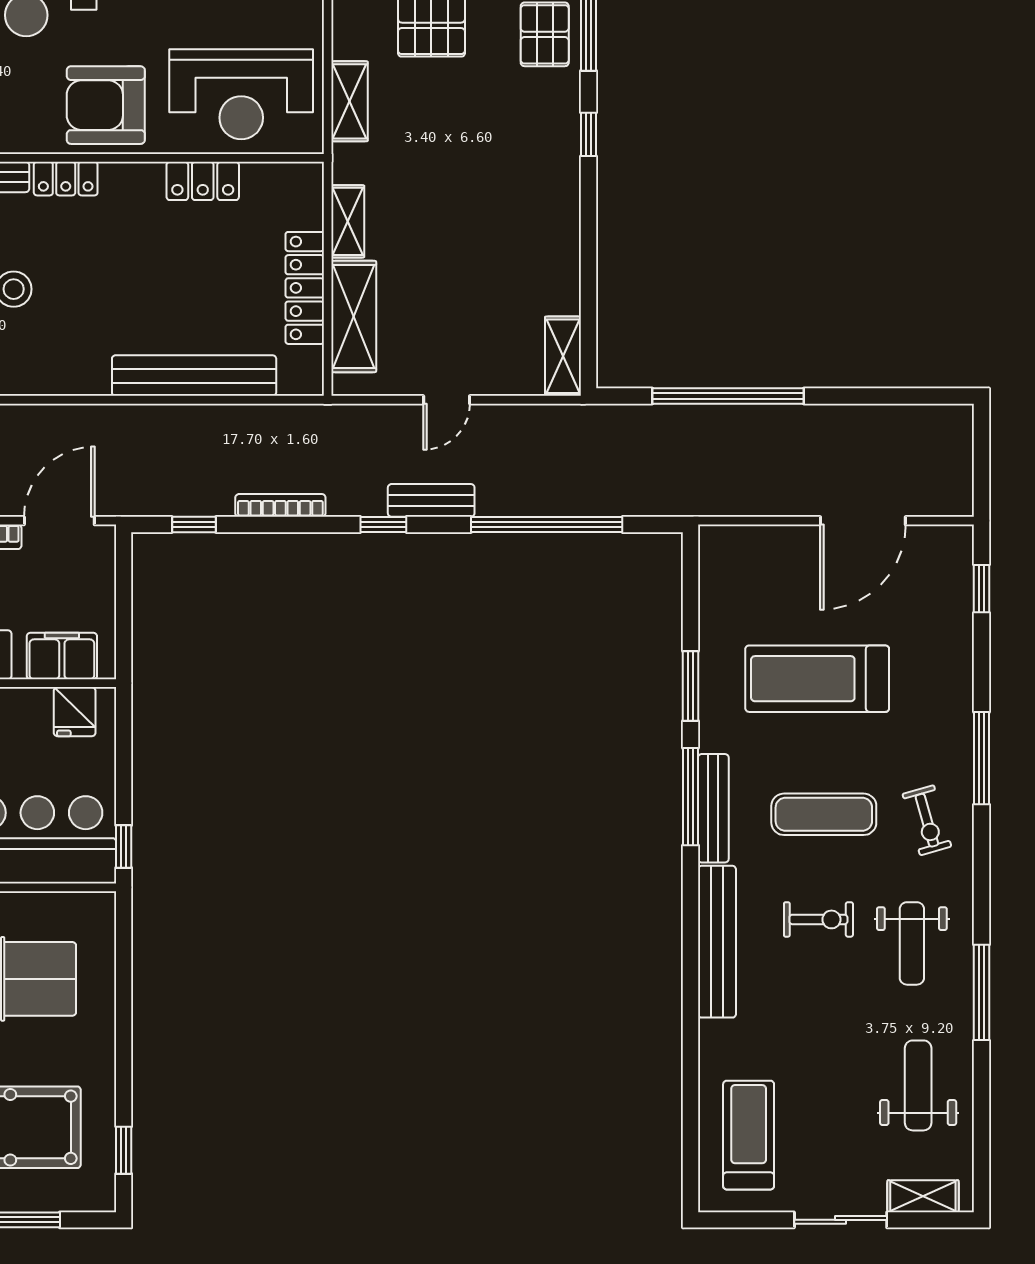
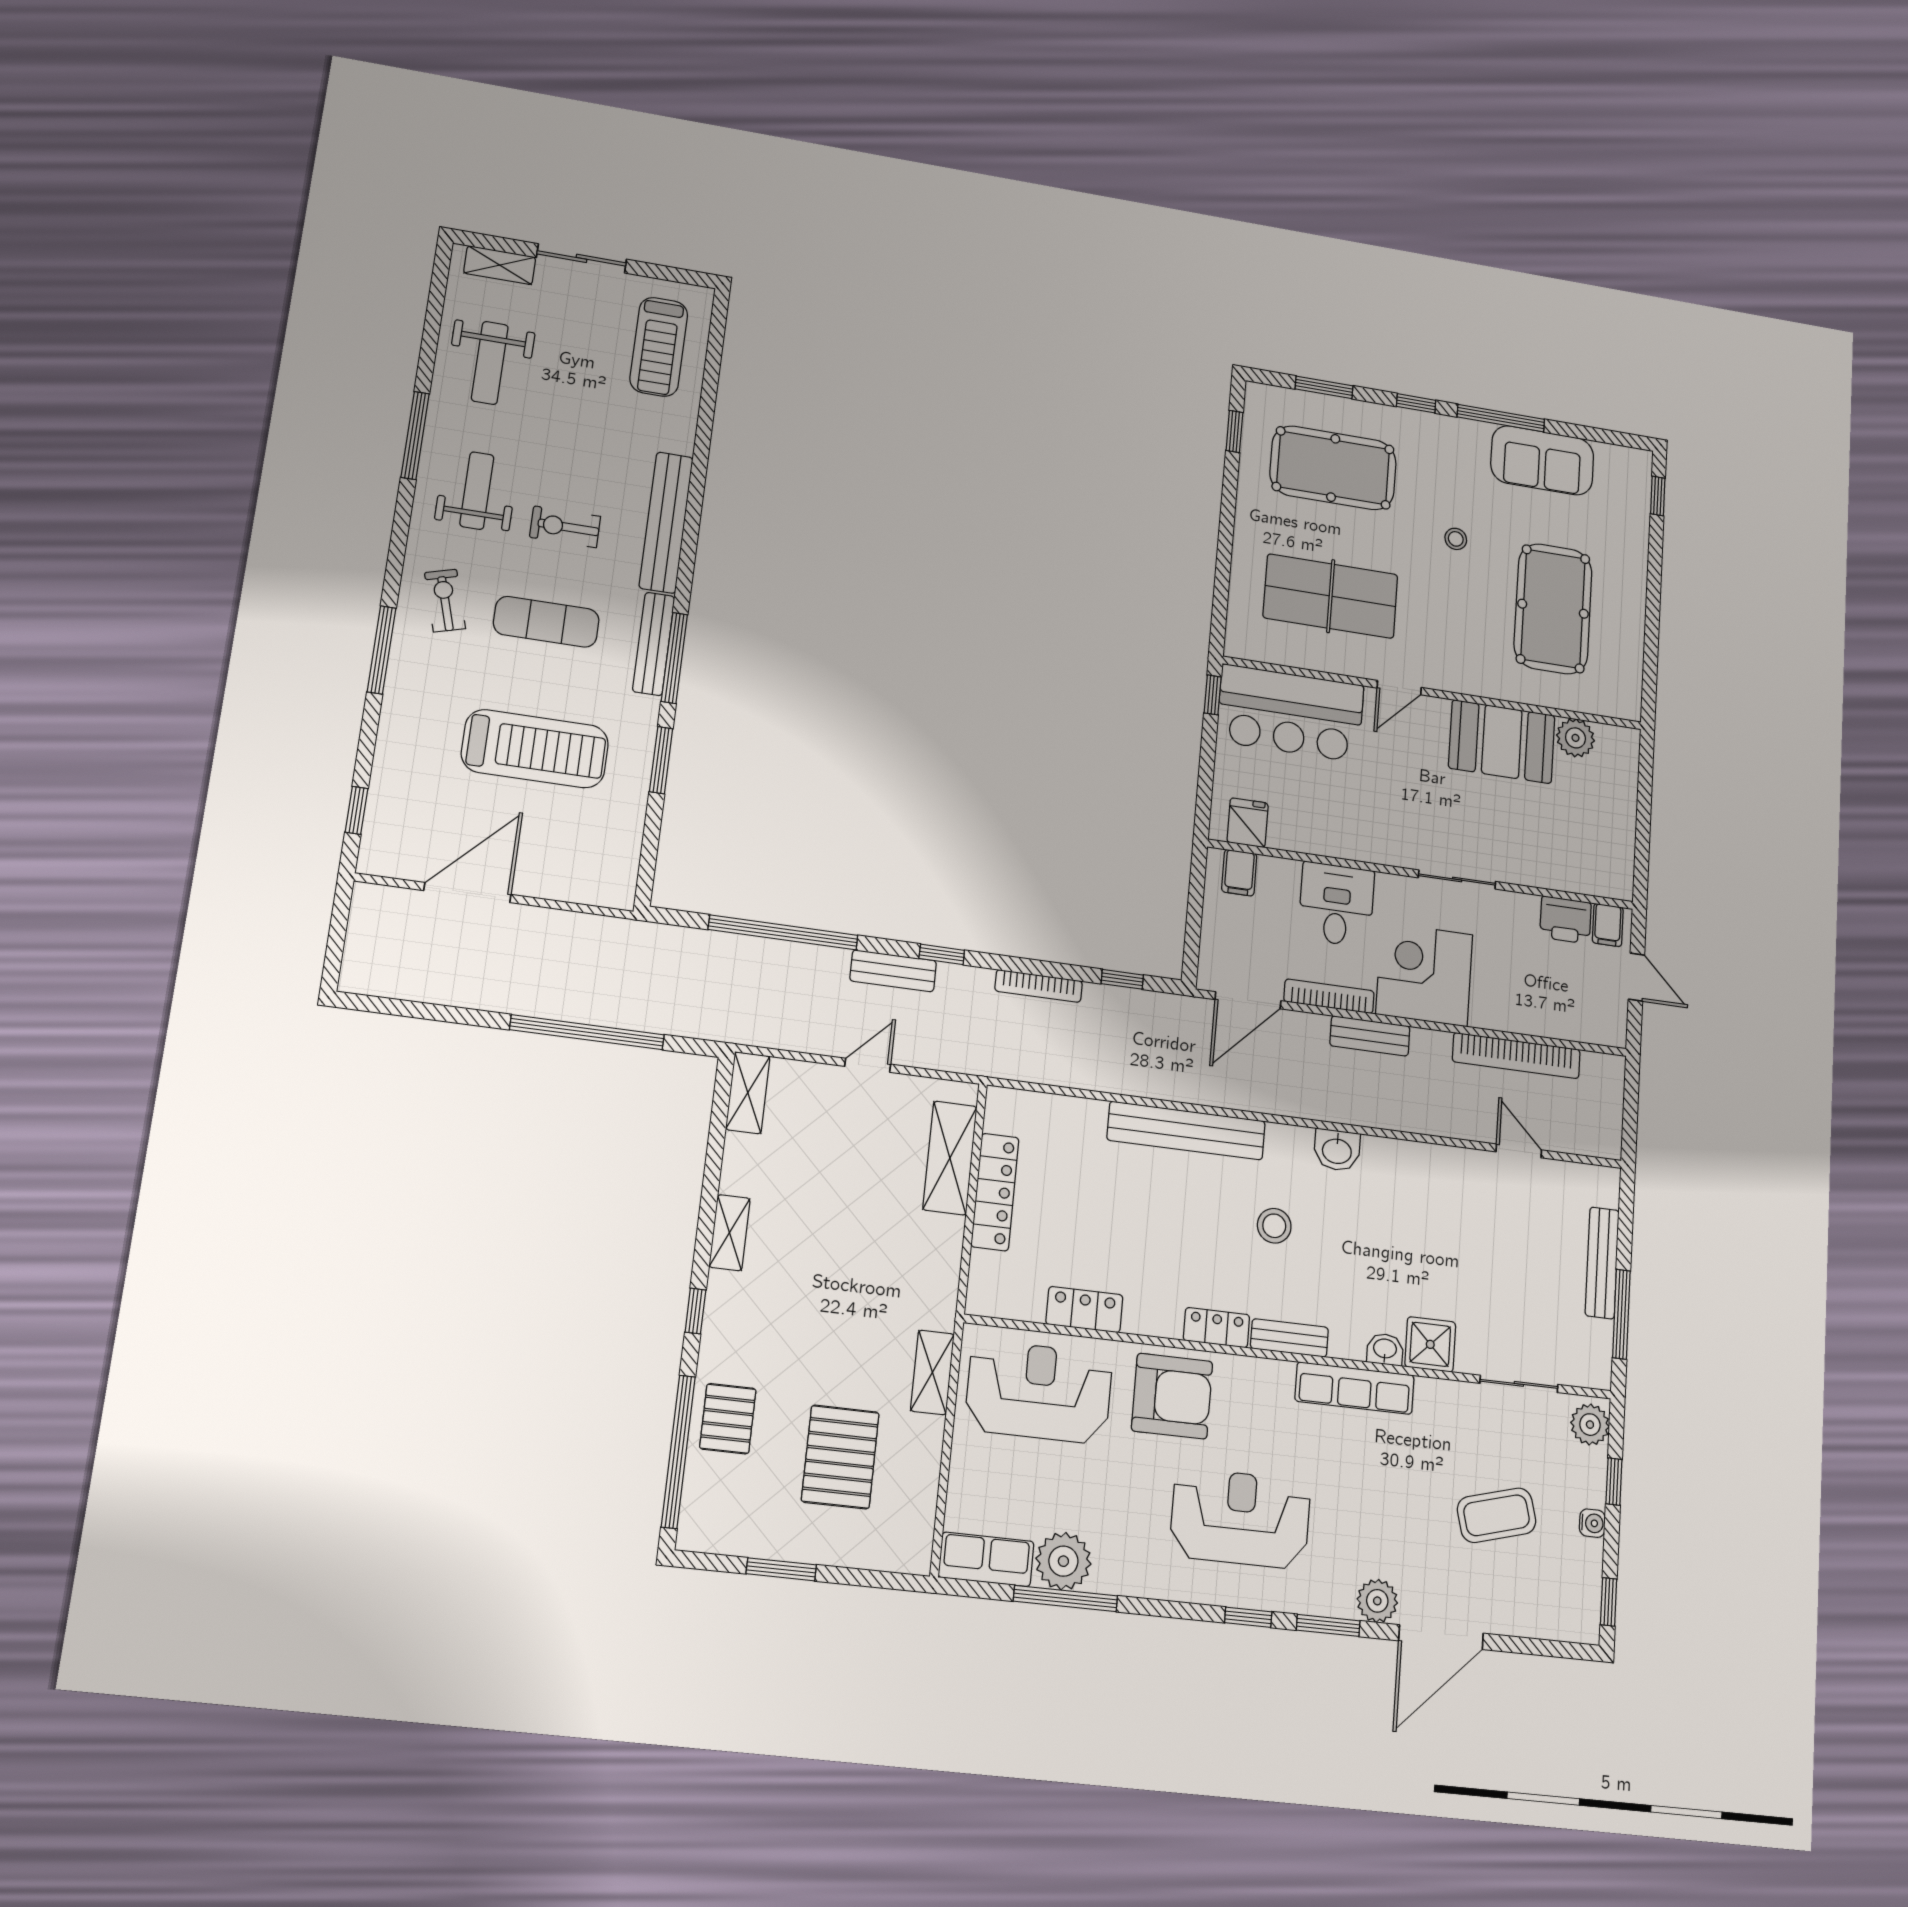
shelving: (348, 221) -> (729, 1233), moved
bench: (194, 376) -> (1186, 1131), moved
filing cabinet: (62, 656) -> (1239, 873), width x0.50

